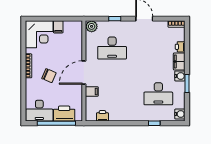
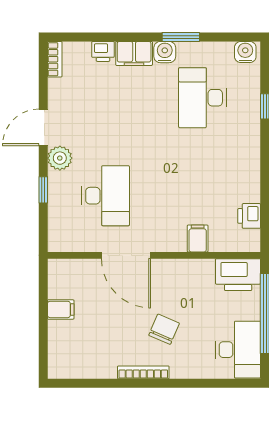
plant: (92, 26) -> (60, 158), moved
corner desk: (39, 34) -> (77, 350), removed
door: (84, 73) -> (126, 255), moved
desk: (158, 94) -> (202, 98), turned 180
printer: (64, 114) -> (238, 275), moved, turned -90

